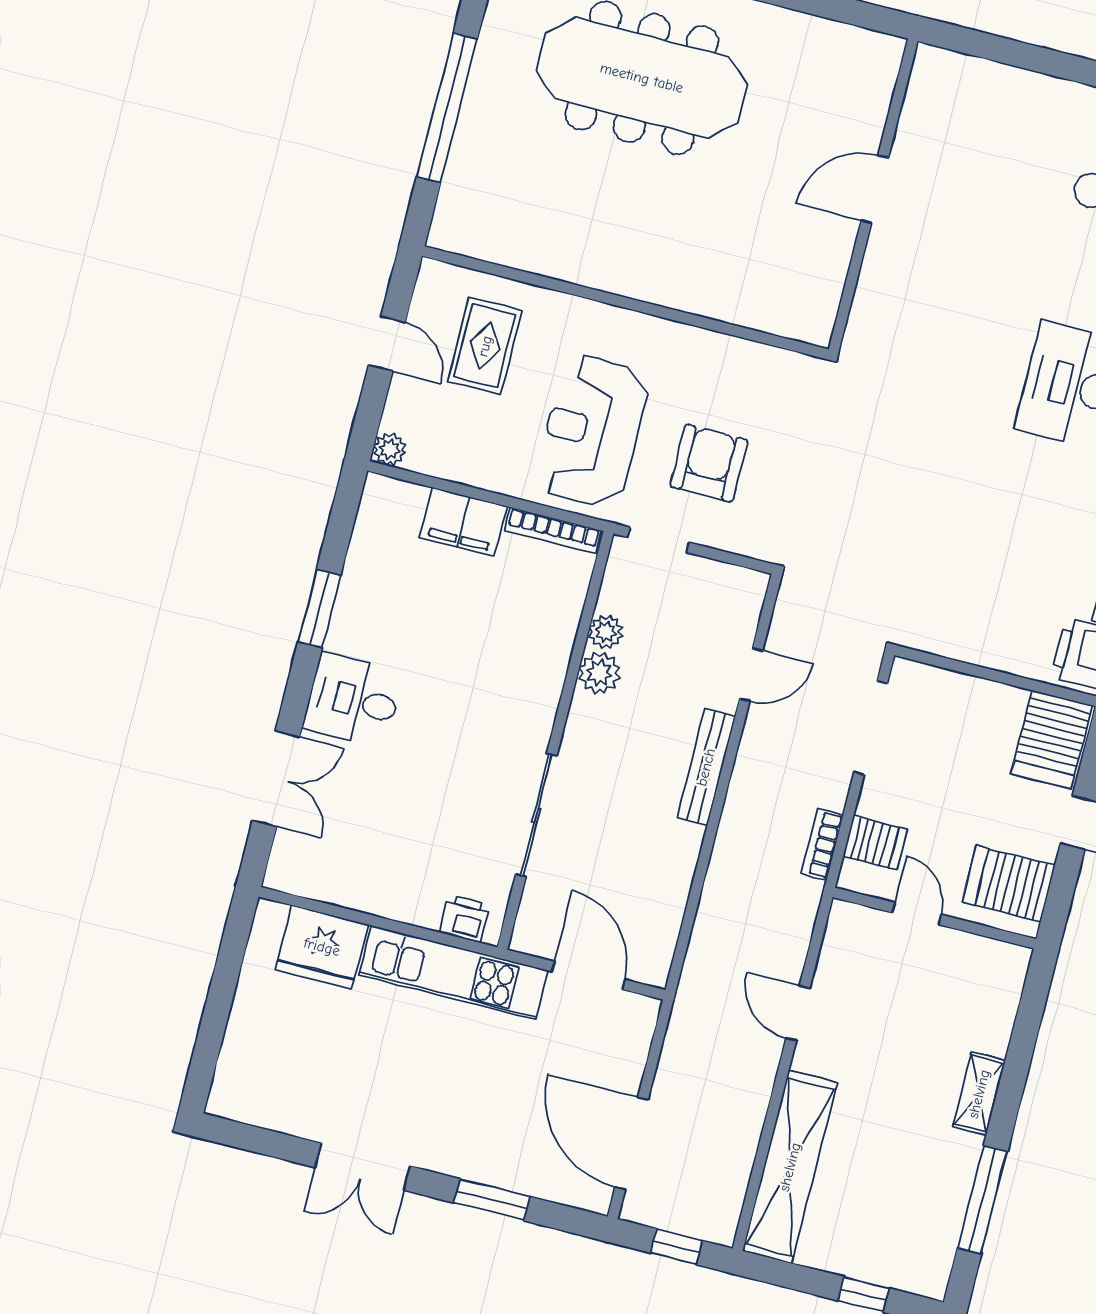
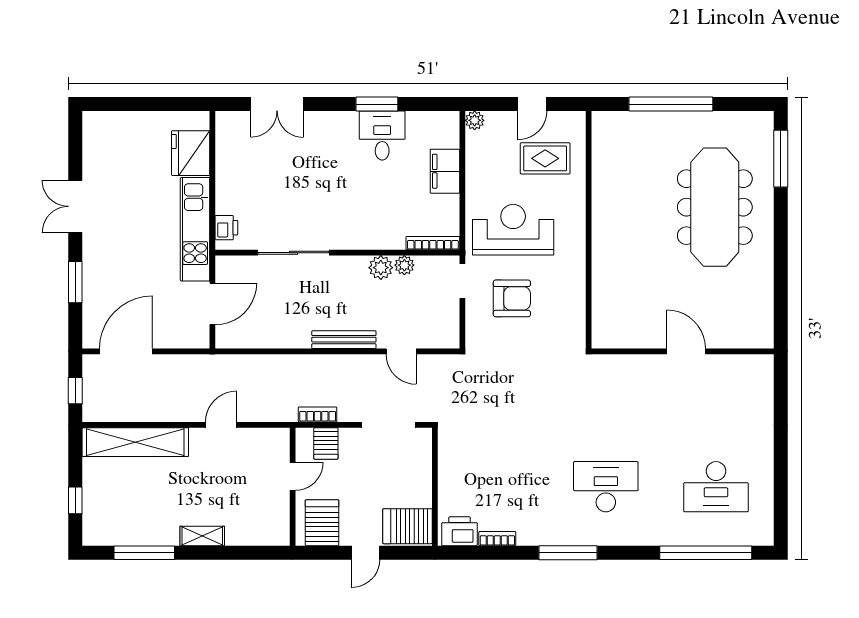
bookcase: (553, 530) -> (433, 243), moved, turned 90
desk: (353, 700) -> (382, 136), moved

